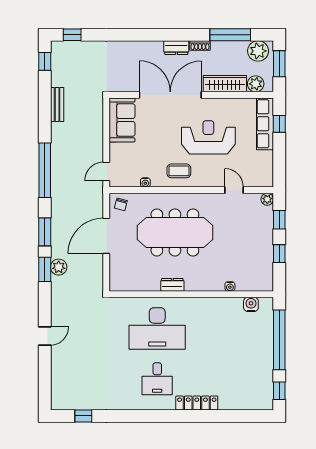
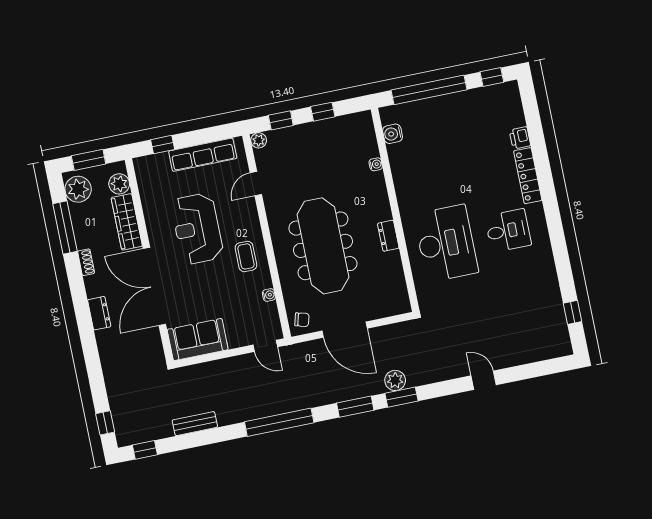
dresser: (176, 48) -> (99, 313), moved
row of seats: (265, 124) -> (203, 155), moved
printer: (227, 403) -> (520, 138), added

